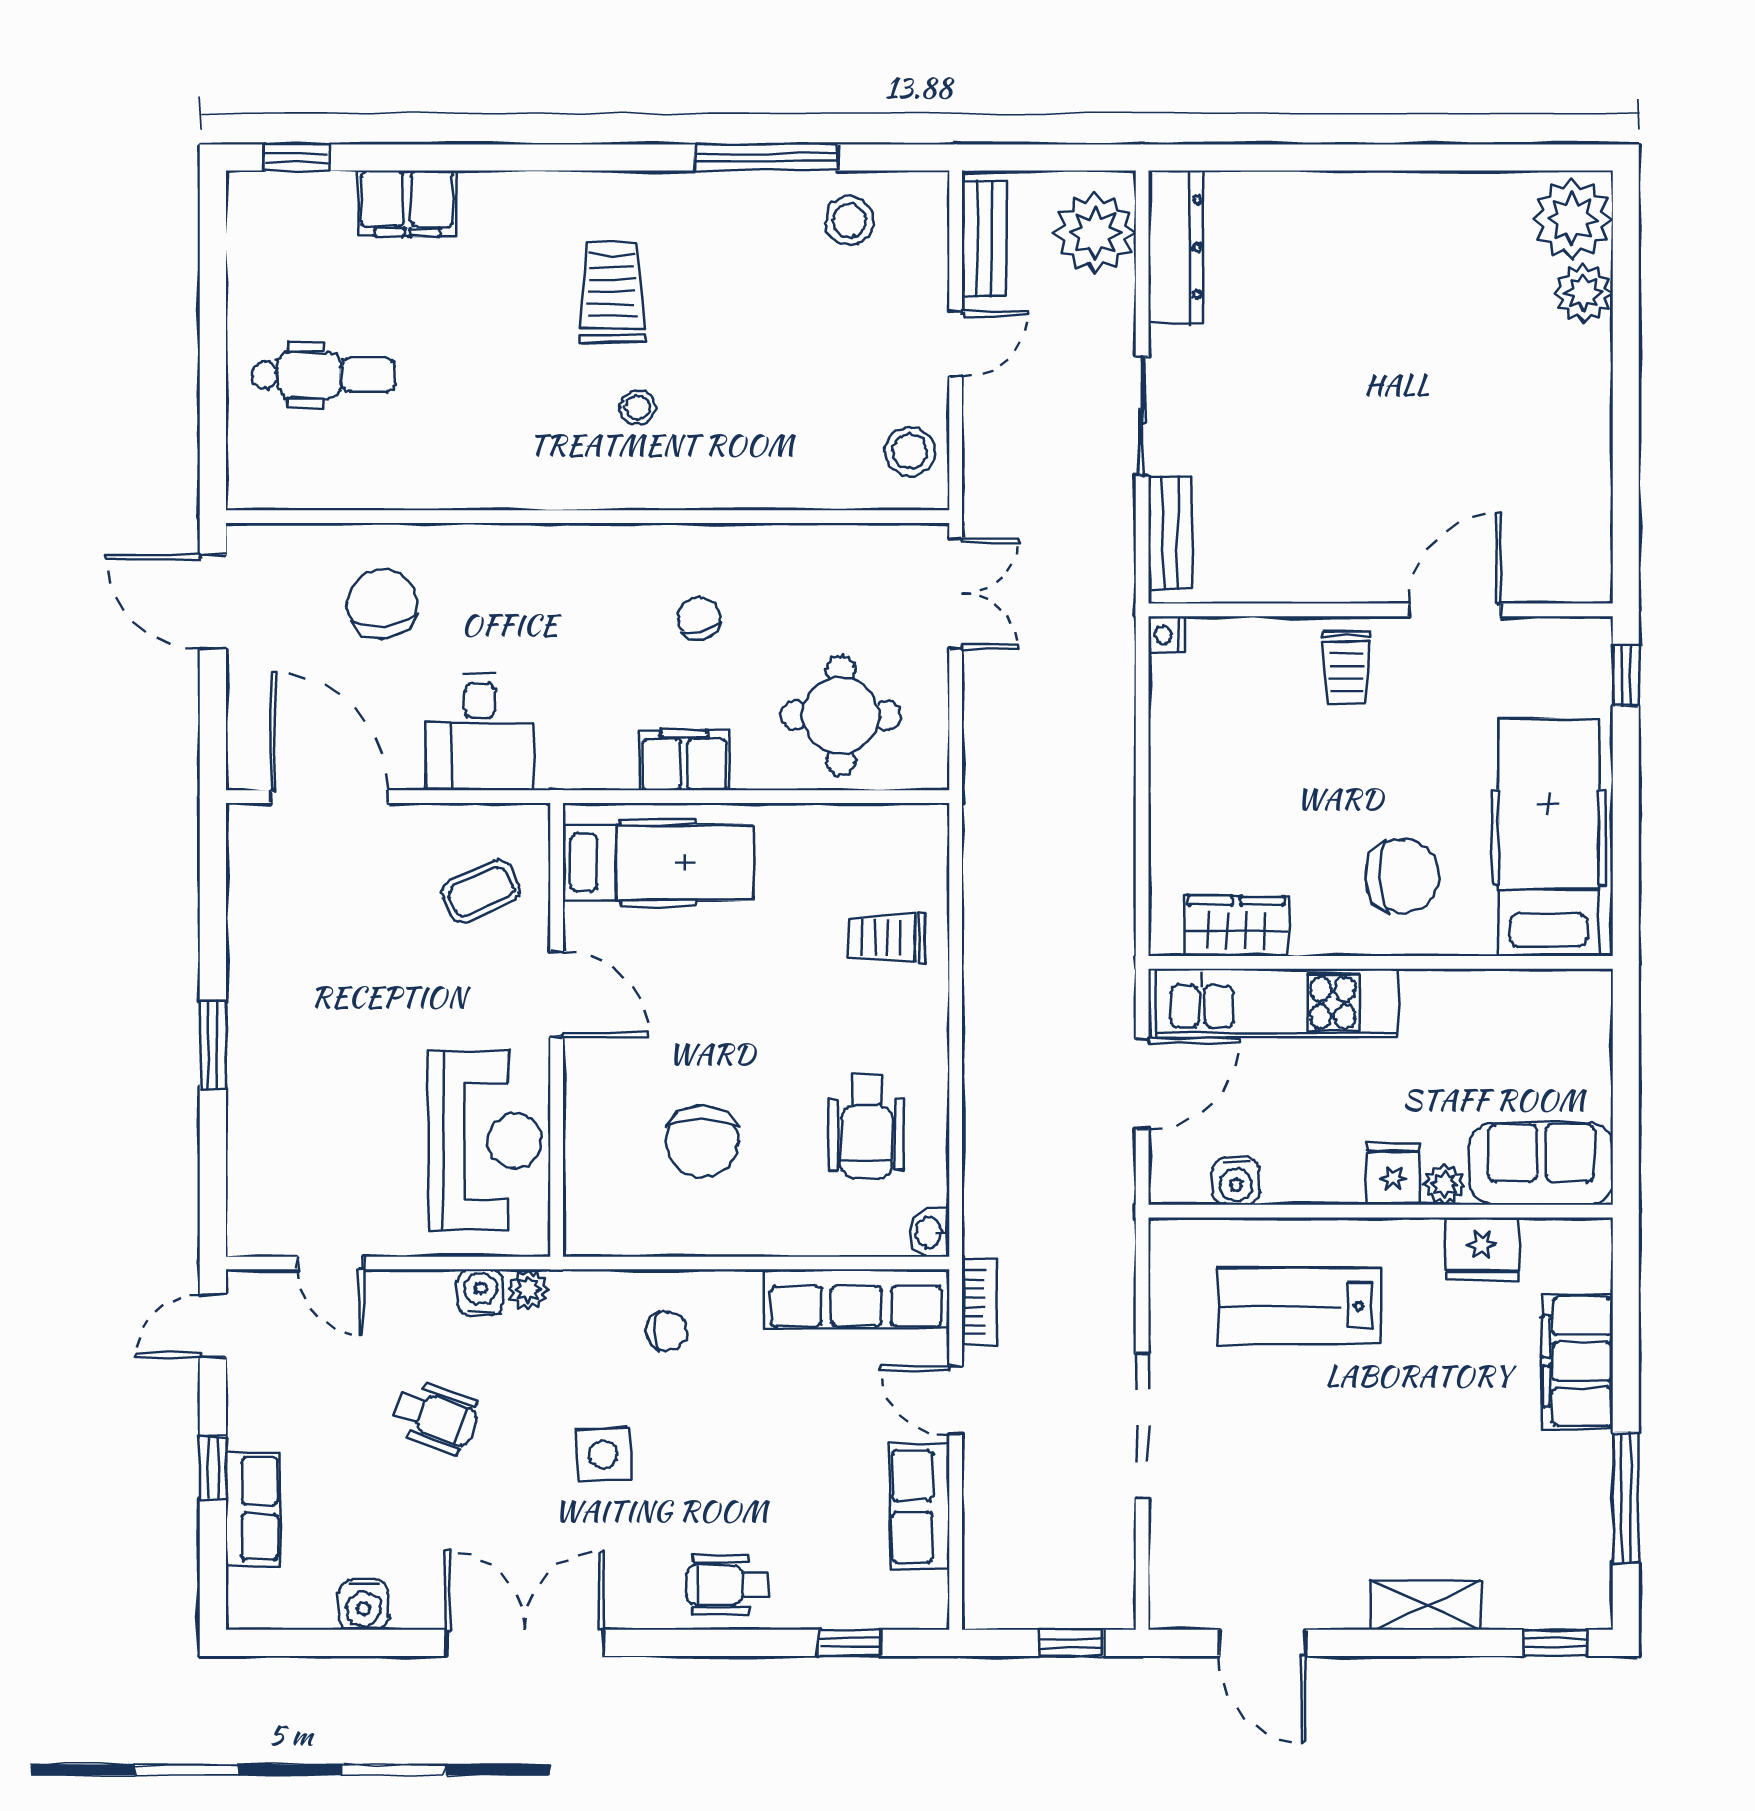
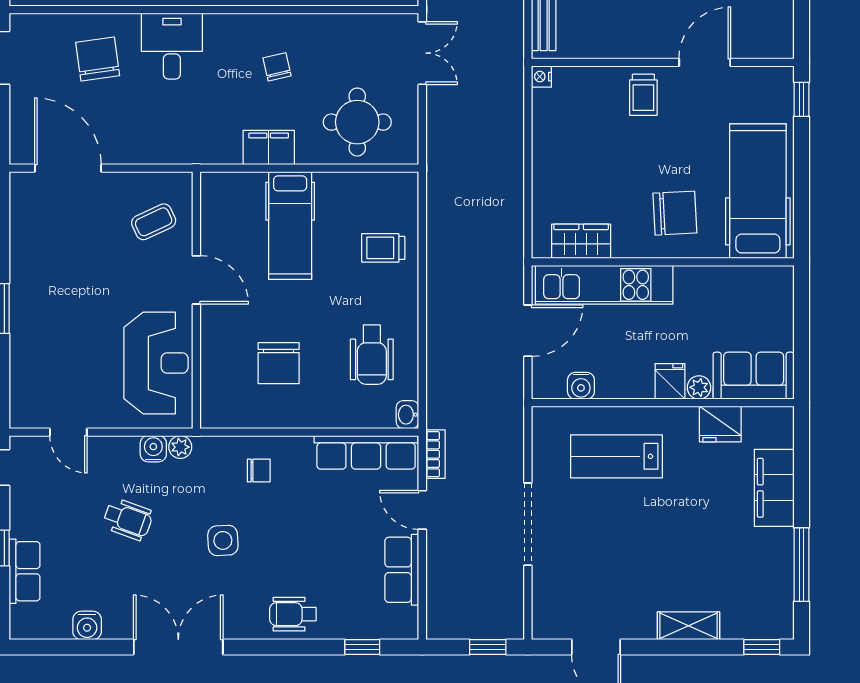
desk: (480, 732) -> (172, 46), moved, turned 180
hospital bed: (658, 863) -> (290, 225), moved, turned 90

